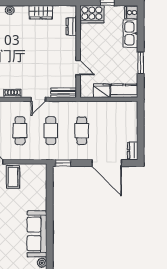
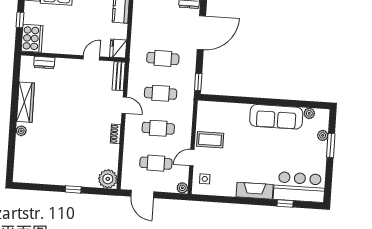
wardrobe: (41, 12) -> (25, 102), width x1.50
fridge: (102, 91) -> (118, 48), moved

